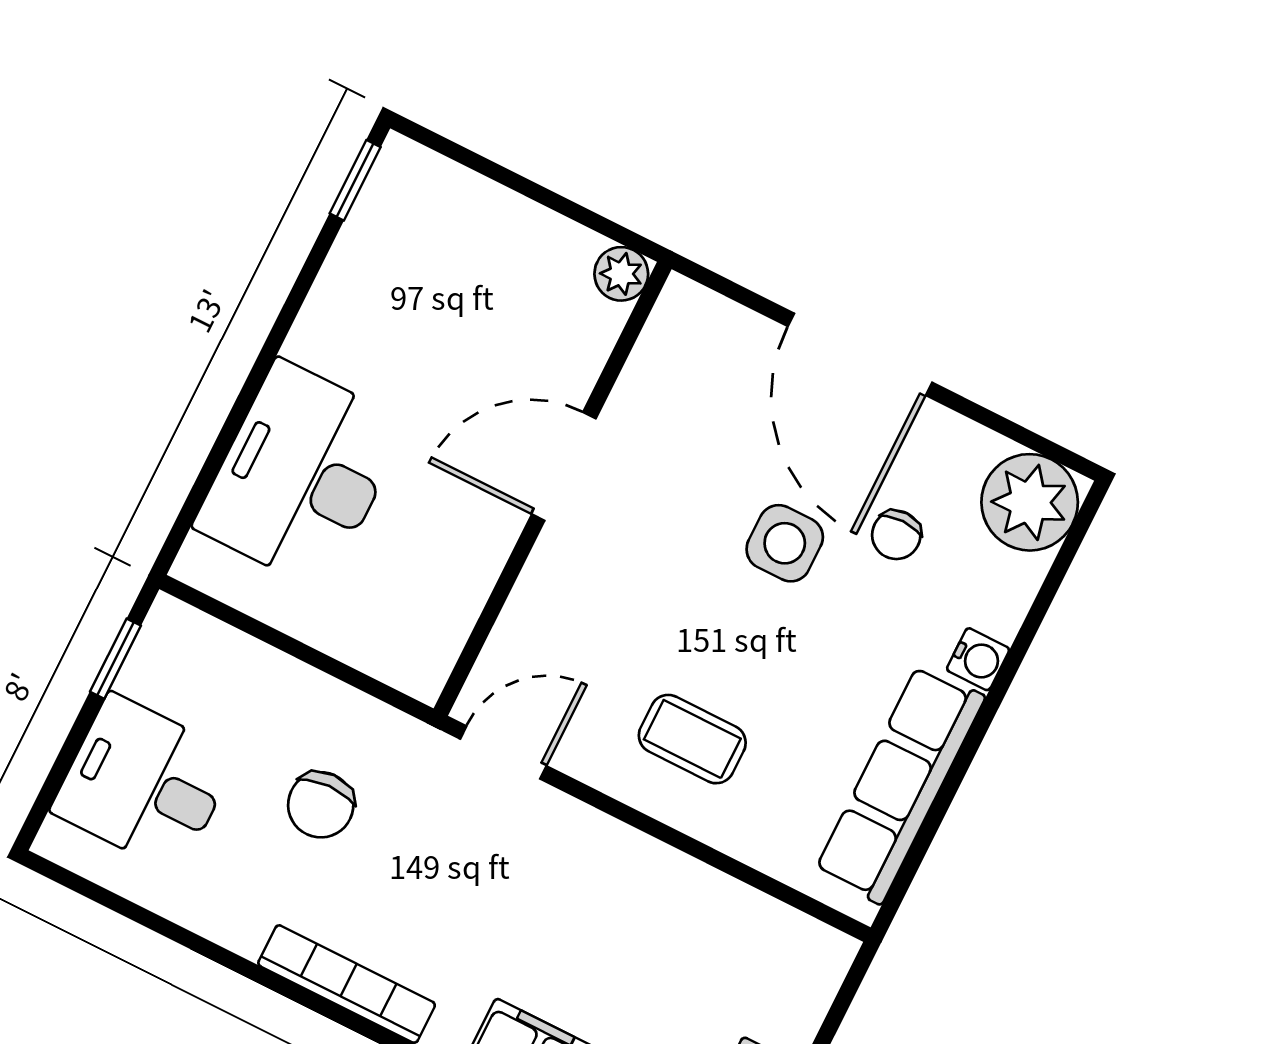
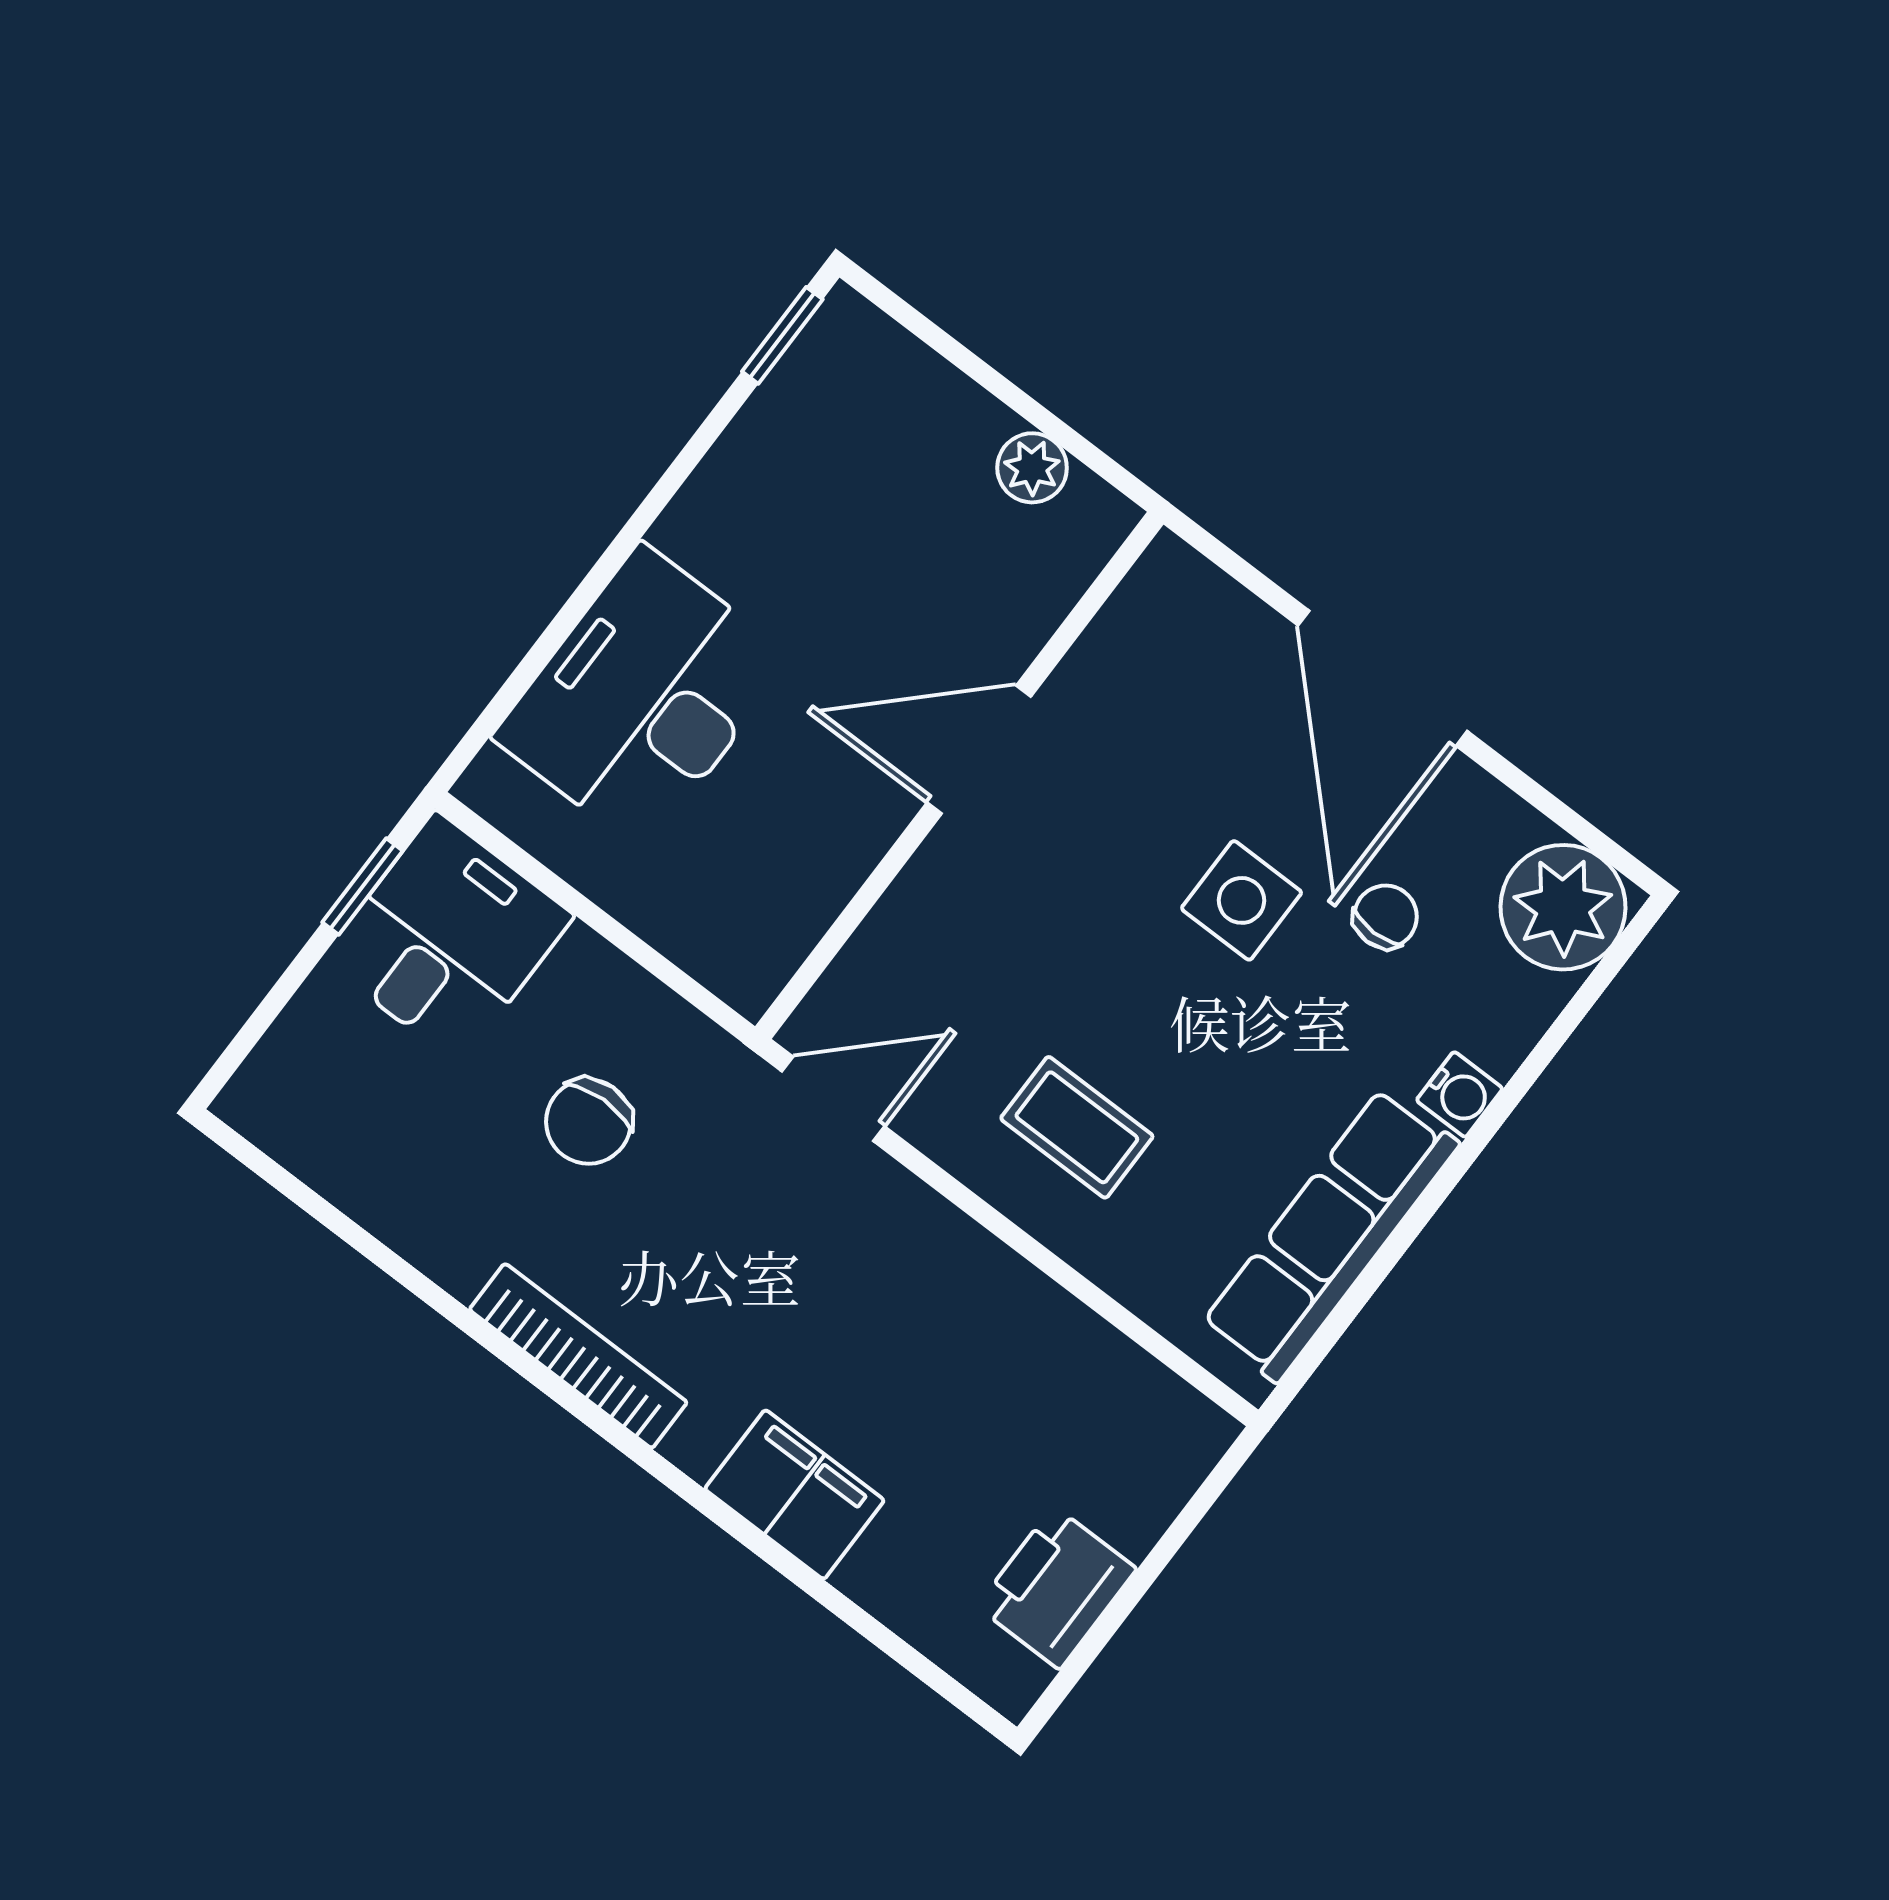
plant: (621, 274) -> (1032, 468), moved
chair: (896, 535) -> (1385, 917), turned 180
desk: (144, 783) -> (447, 938), moved, turned 90

